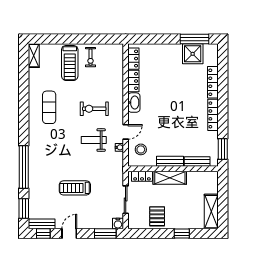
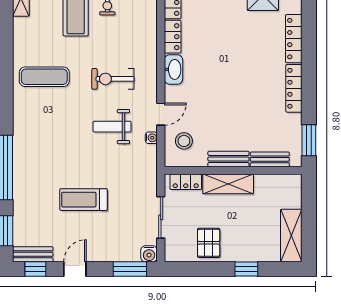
exercise mat: (49, 107) -> (44, 77), turned 90

